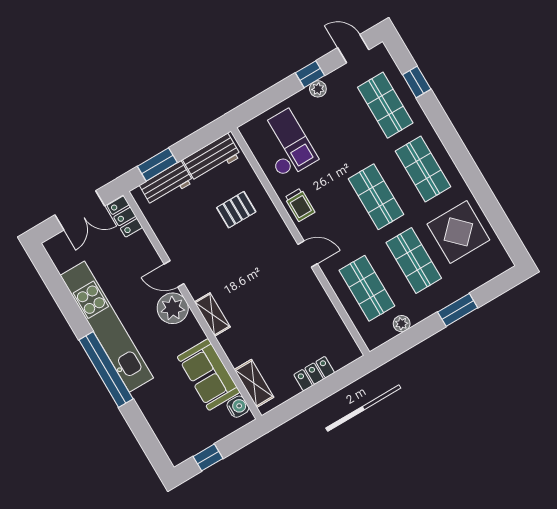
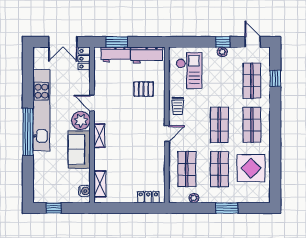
door: (308, 254) -> (167, 134), hinge flipped
locker: (314, 374) -> (148, 197), moved
sofa: (209, 375) -> (79, 150), moved

